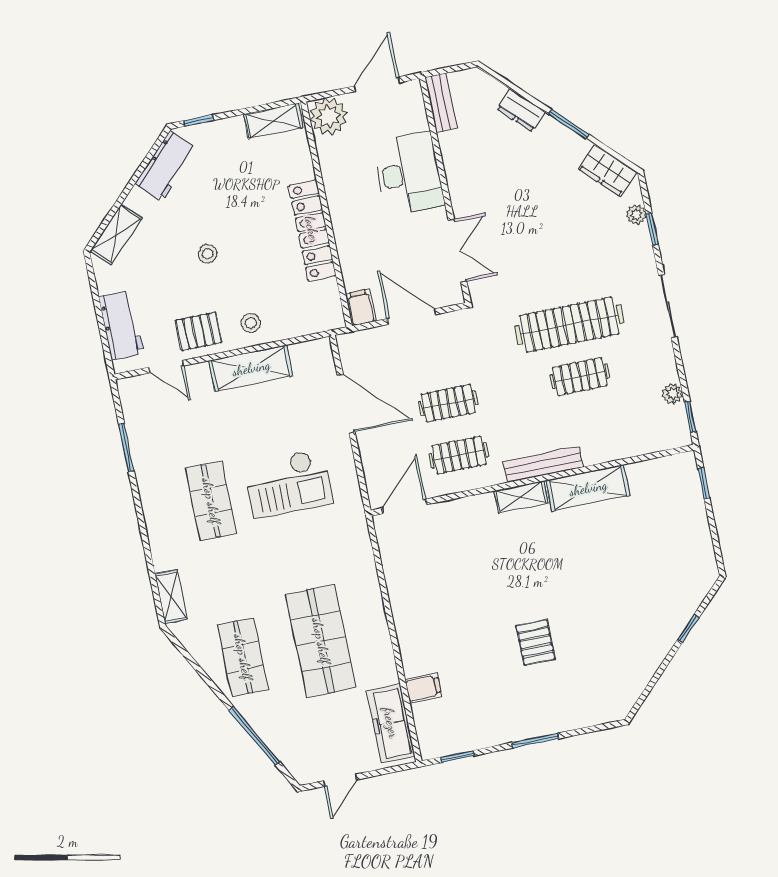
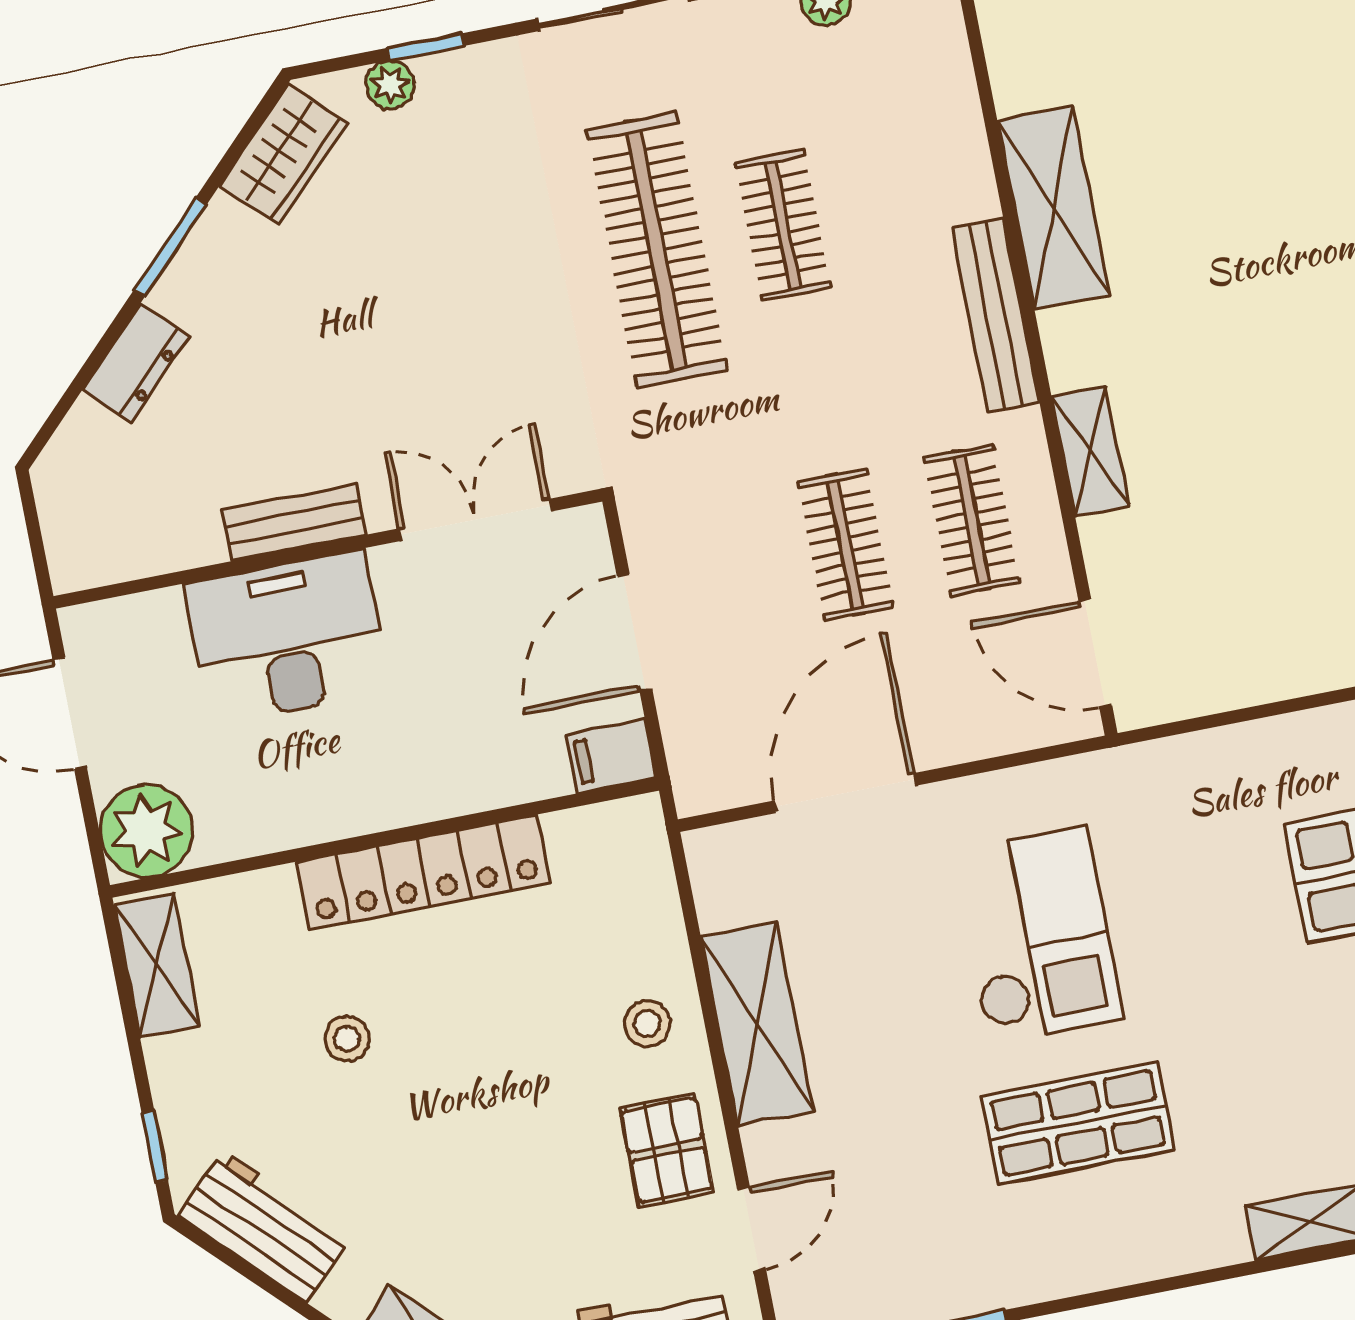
bench: (441, 103) -> (294, 522), moved
stool: (208, 254) -> (347, 1039), moved
shelving: (521, 497) -> (1090, 451), moved

